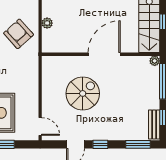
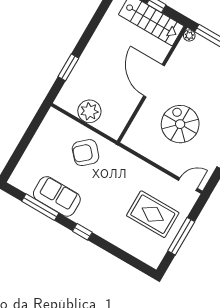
plant: (47, 23) -> (89, 111), width x1.88, depth x1.88

